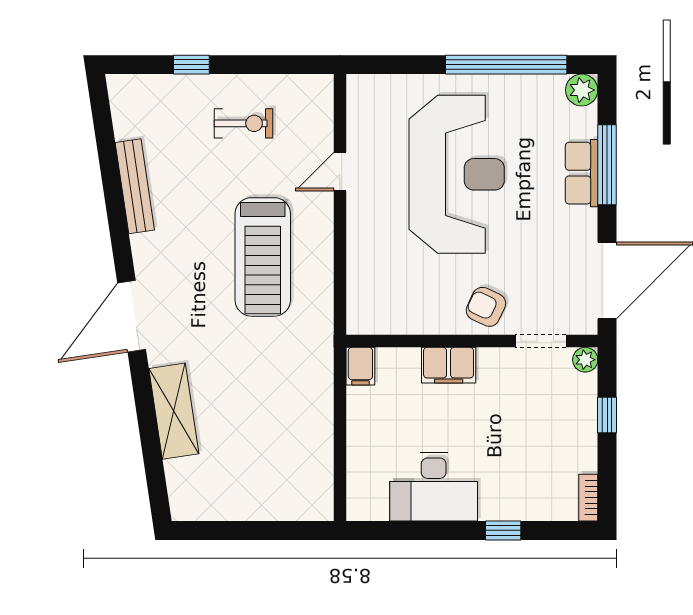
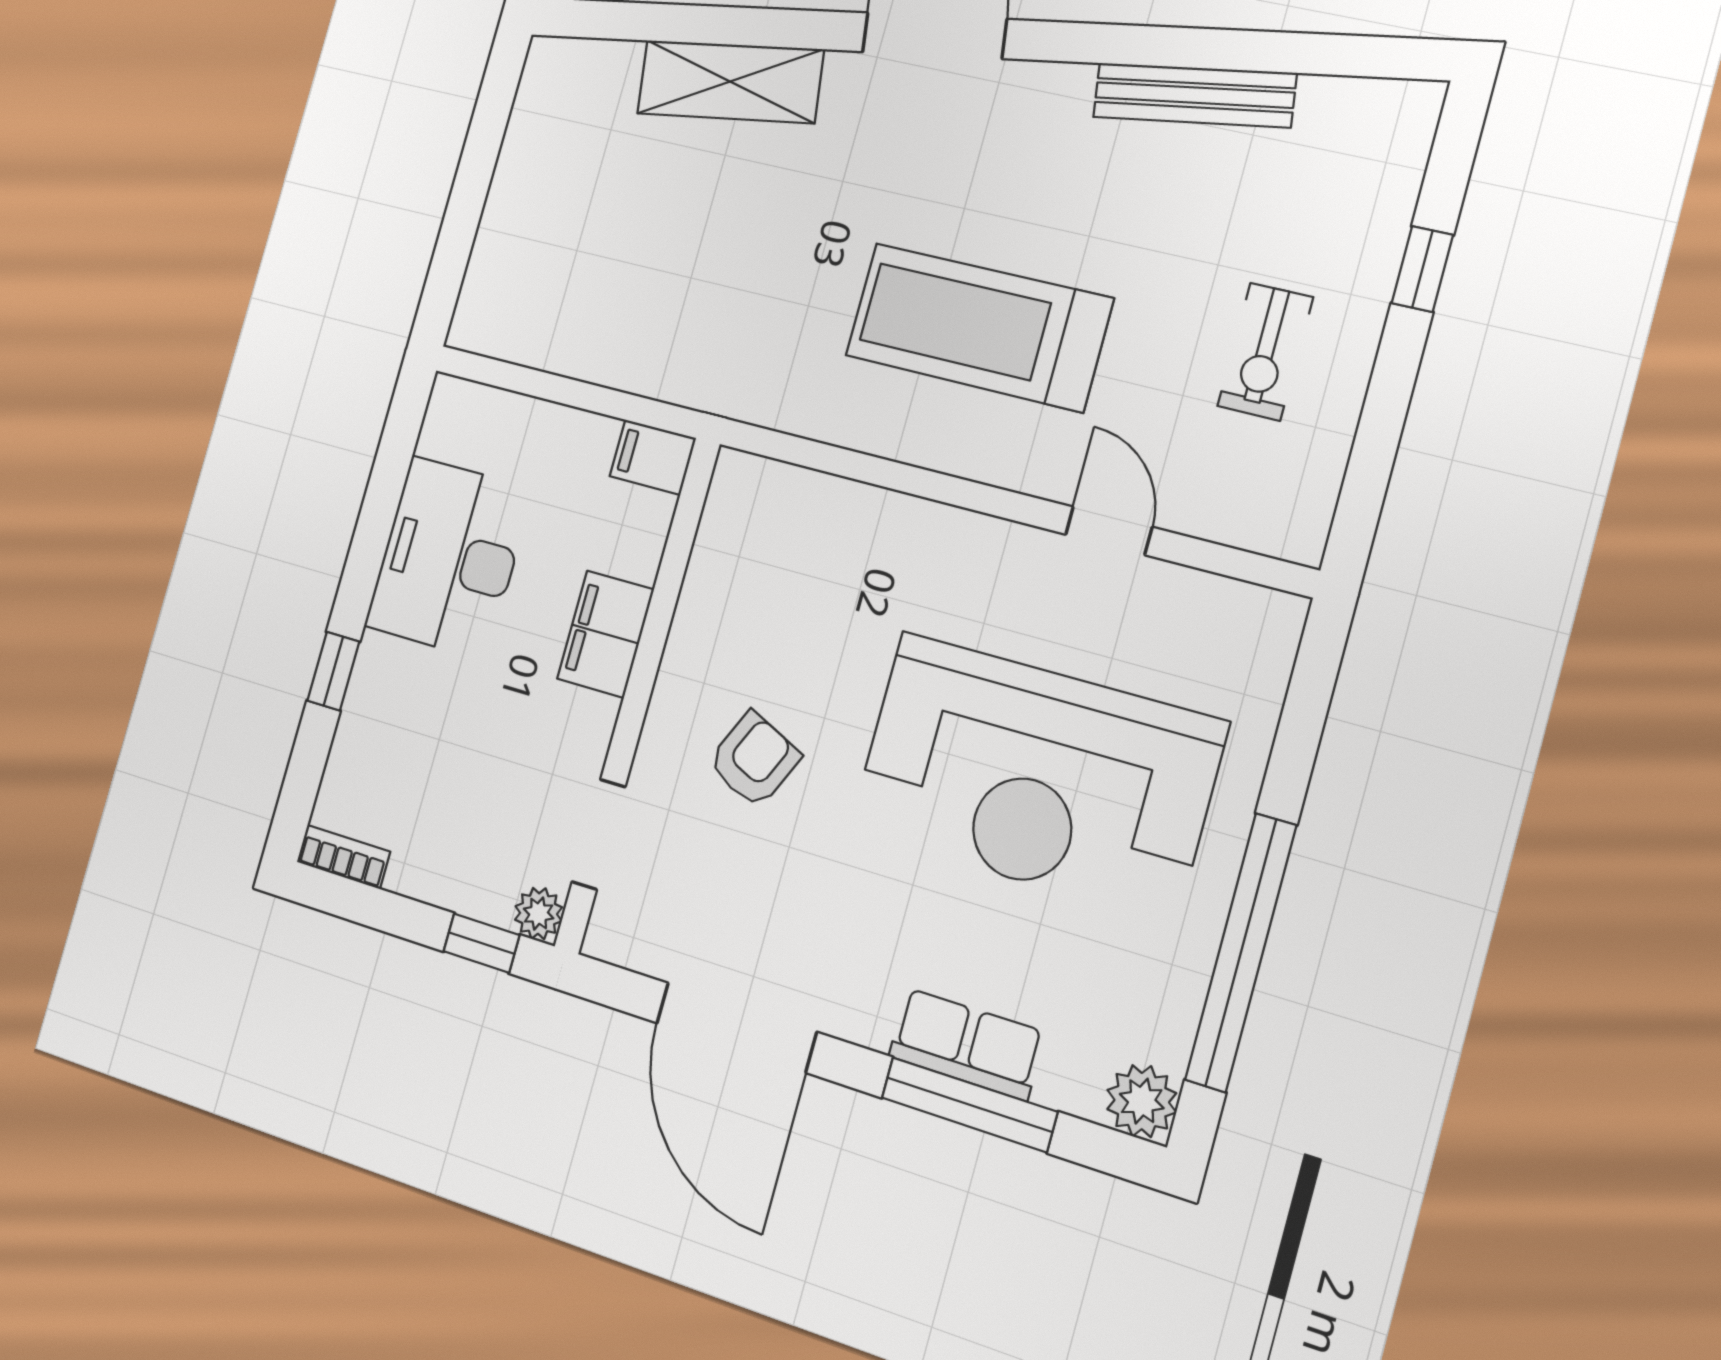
wall: (472, 341) -> (637, 694), moved
doorway: (541, 341) -> (599, 834), moved
plant: (585, 360) -> (539, 914), moved
filing cabinet: (449, 365) -> (605, 634), moved
filing cabinet: (360, 366) -> (653, 457), moved

